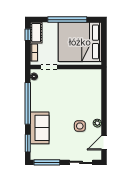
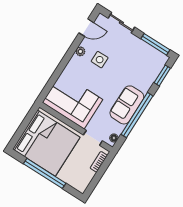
cot: (36, 33) -> (84, 180), removed
window: (28, 35) -> (93, 183), removed
corner sofa: (80, 84) -> (73, 101), added
sofa: (40, 128) -> (127, 105), moved

